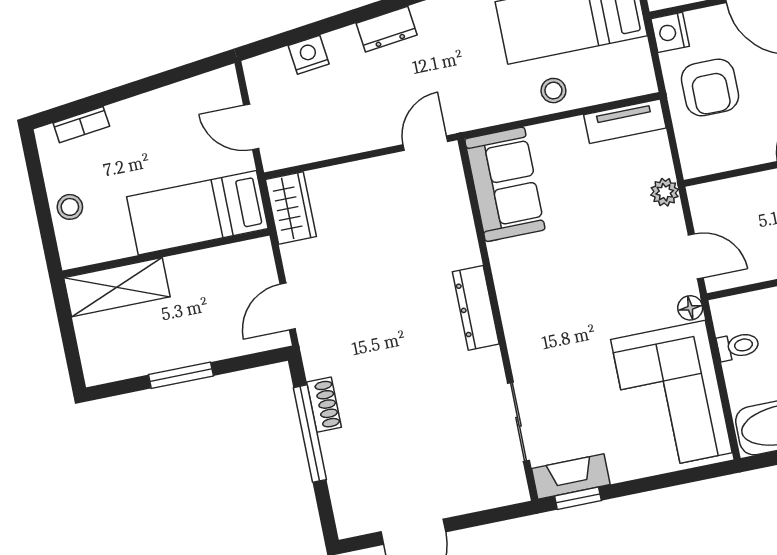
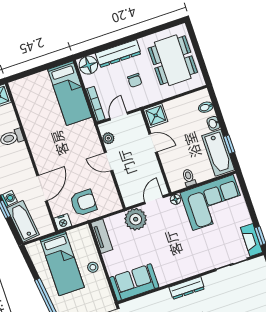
plant: (665, 192) -> (136, 219), width x1.88, depth x1.88

